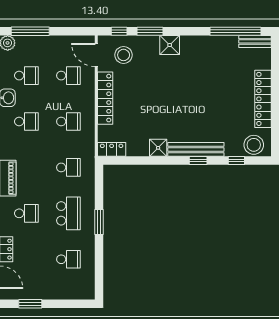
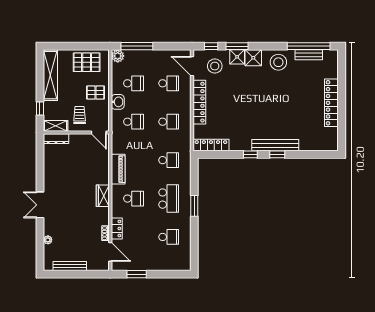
bench: (255, 41) -> (309, 55), moved
stool: (254, 145) -> (278, 62), moved
shower: (158, 148) -> (237, 57), moved
locker: (112, 149) -> (211, 145), width x1.53
window: (236, 161) -> (250, 154), moved

